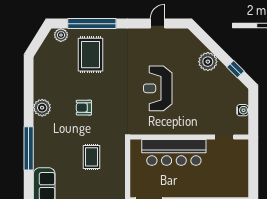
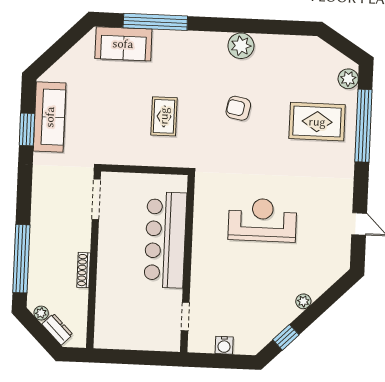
plant: (208, 62) -> (303, 301), width x0.53, depth x0.53
armchair: (84, 108) -> (238, 108), turned -79
window: (29, 148) -> (155, 22), moved
rug: (91, 157) -> (164, 116), turned 90

